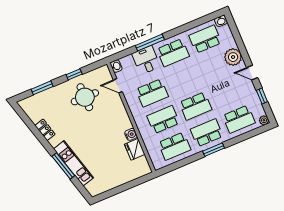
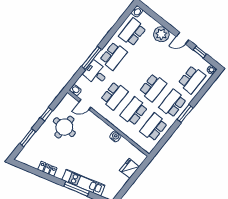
school desk: (174, 146) -> (154, 127), turned 180
fridge: (135, 149) -> (130, 168), moved, turned 90

